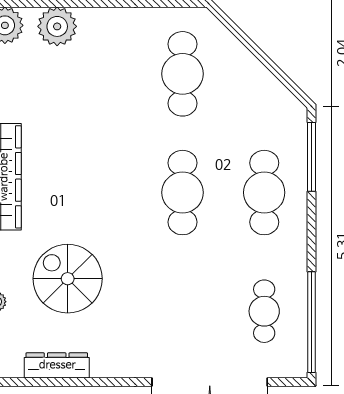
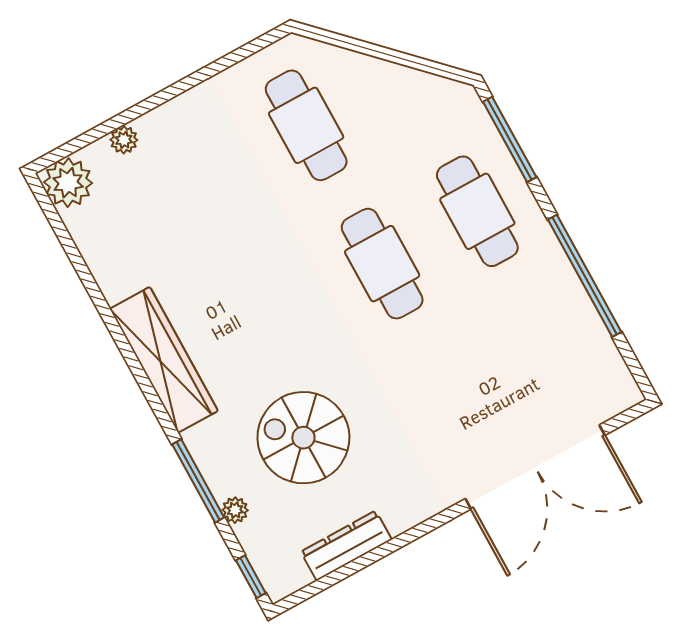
plant: (57, 26) -> (124, 140), width x0.53, depth x0.53
cafe table: (264, 311) -> (553, 350), removed
window: (312, 322) -> (585, 276), moved

